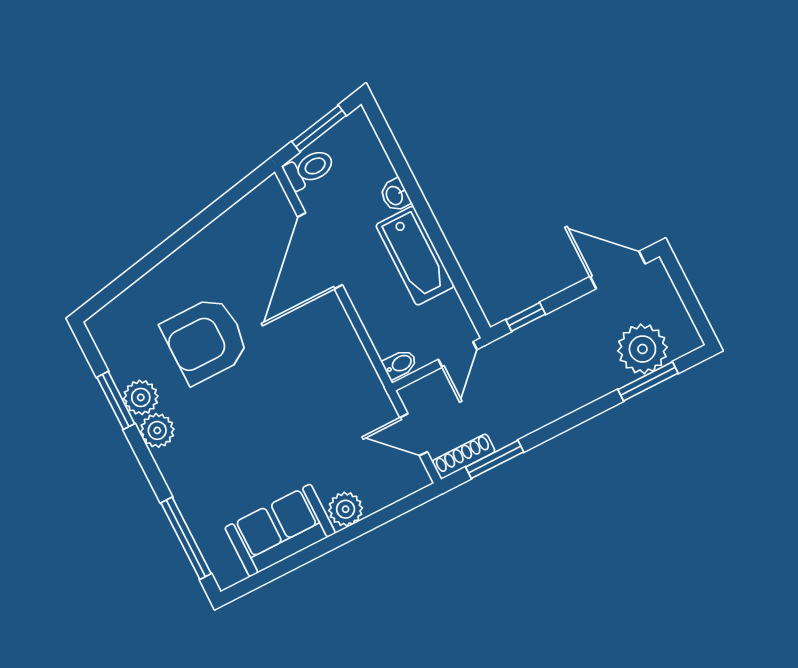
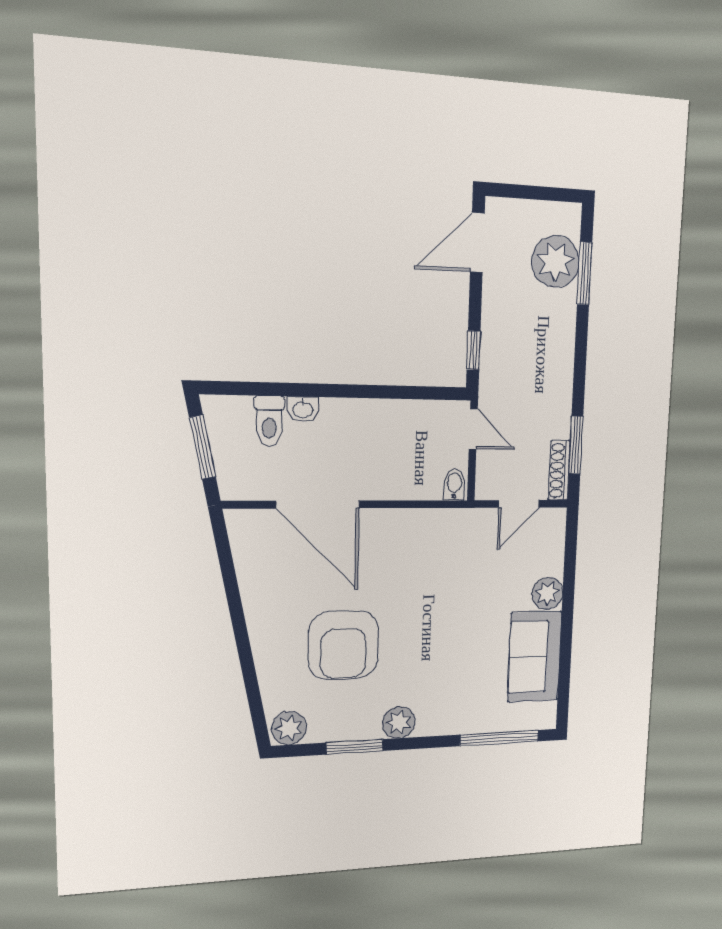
toilet: (309, 169) -> (269, 421), moved, turned 180
bathtub: (415, 256) -> (367, 420), removed
plant: (141, 397) -> (289, 728), moved

